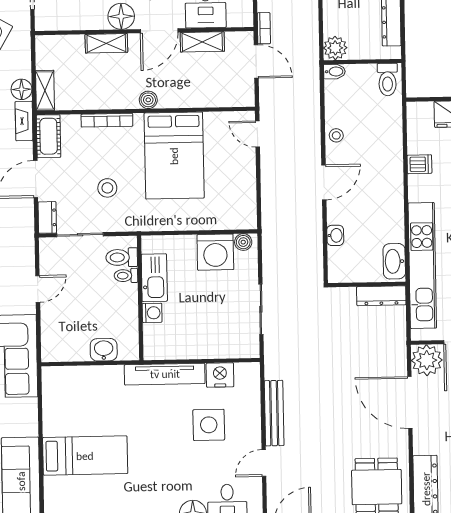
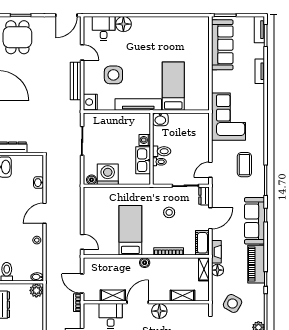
shelving: (106, 43) -> (182, 296), moved
bed: (174, 156) -> (130, 230), width x0.67
toilet: (122, 257) -> (162, 151), moved
door: (38, 289) -> (210, 170), moved
washbasin: (104, 350) -> (160, 119), moved
nightstand: (220, 375) -> (90, 102), moved, turned 90
bed: (85, 456) -> (173, 86), moved, turned 90
door: (264, 463) -> (82, 52), hinge flipped

